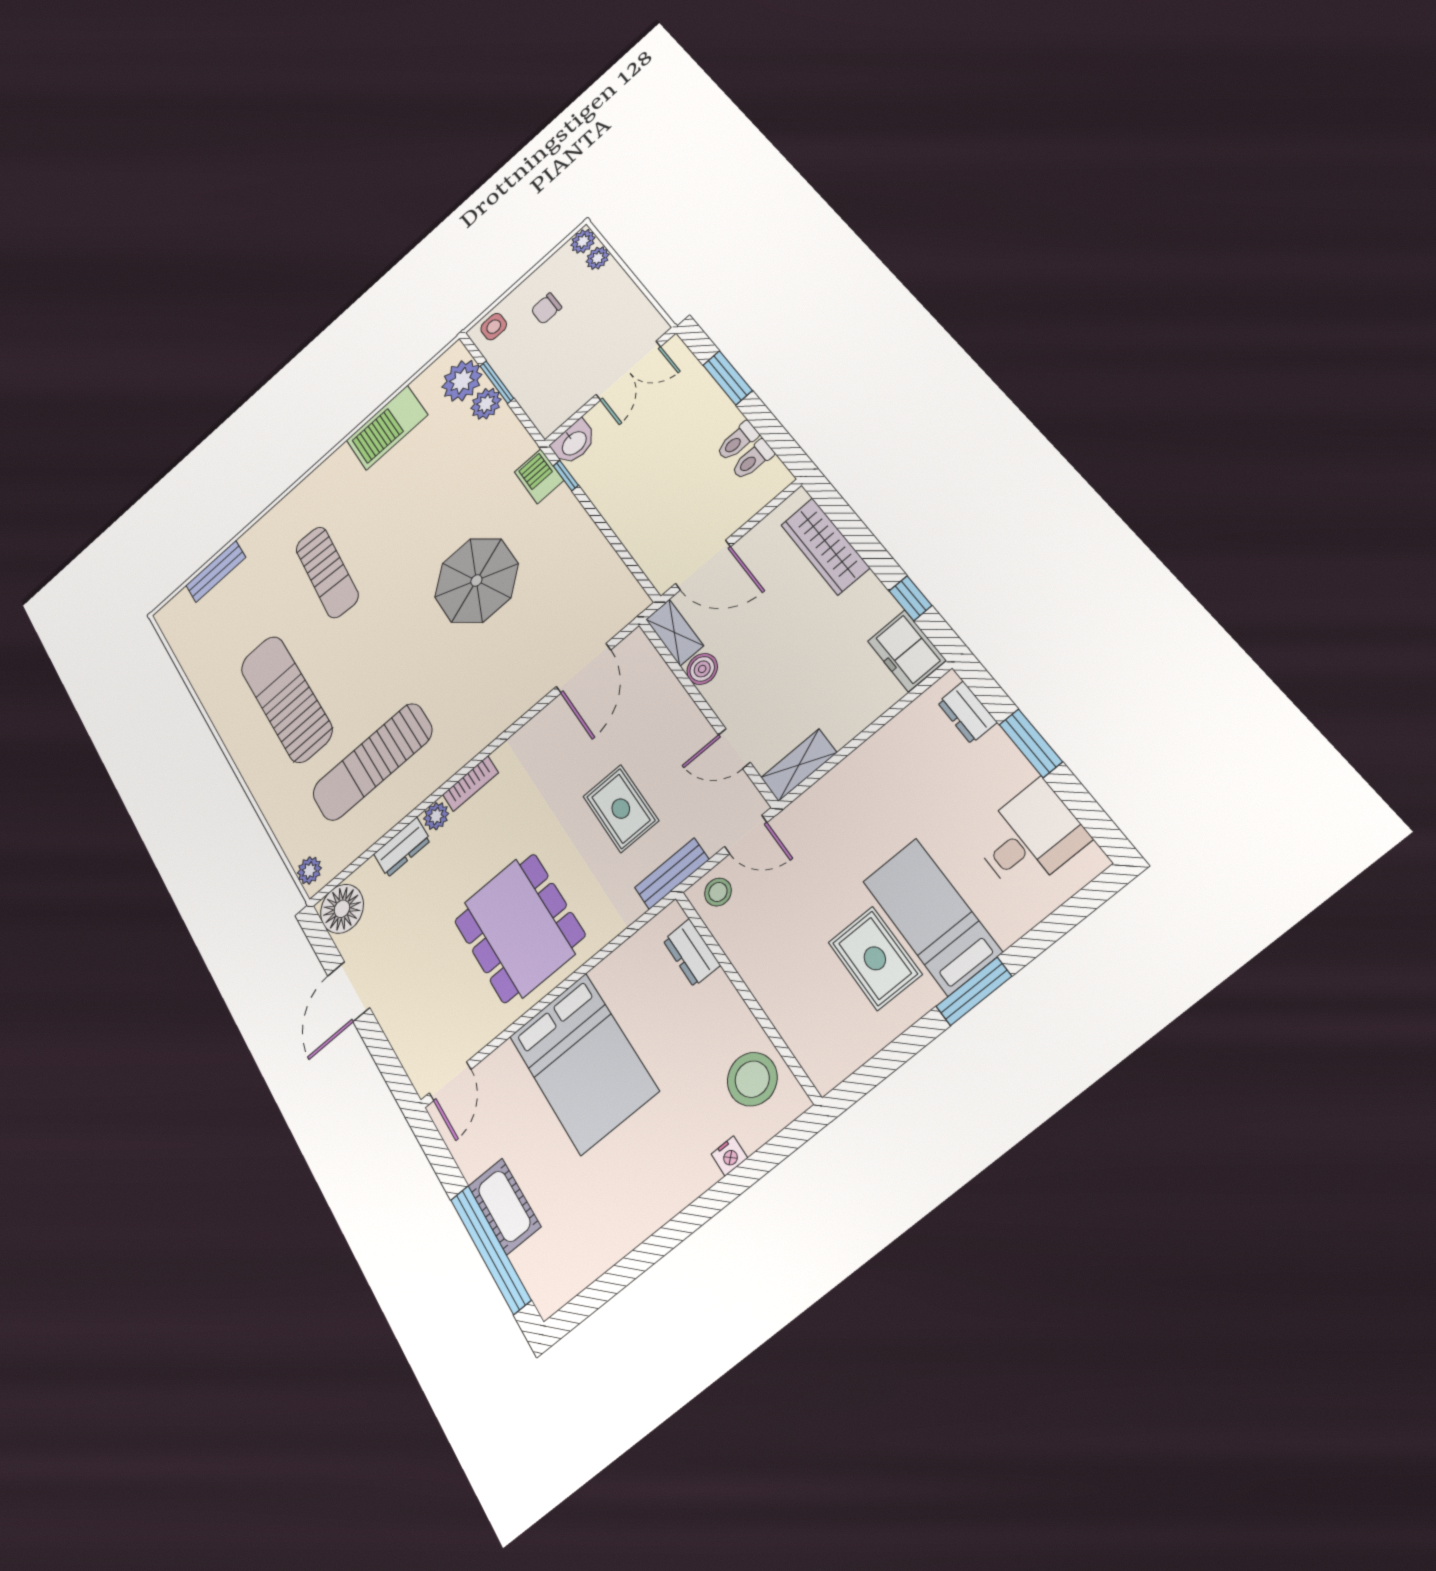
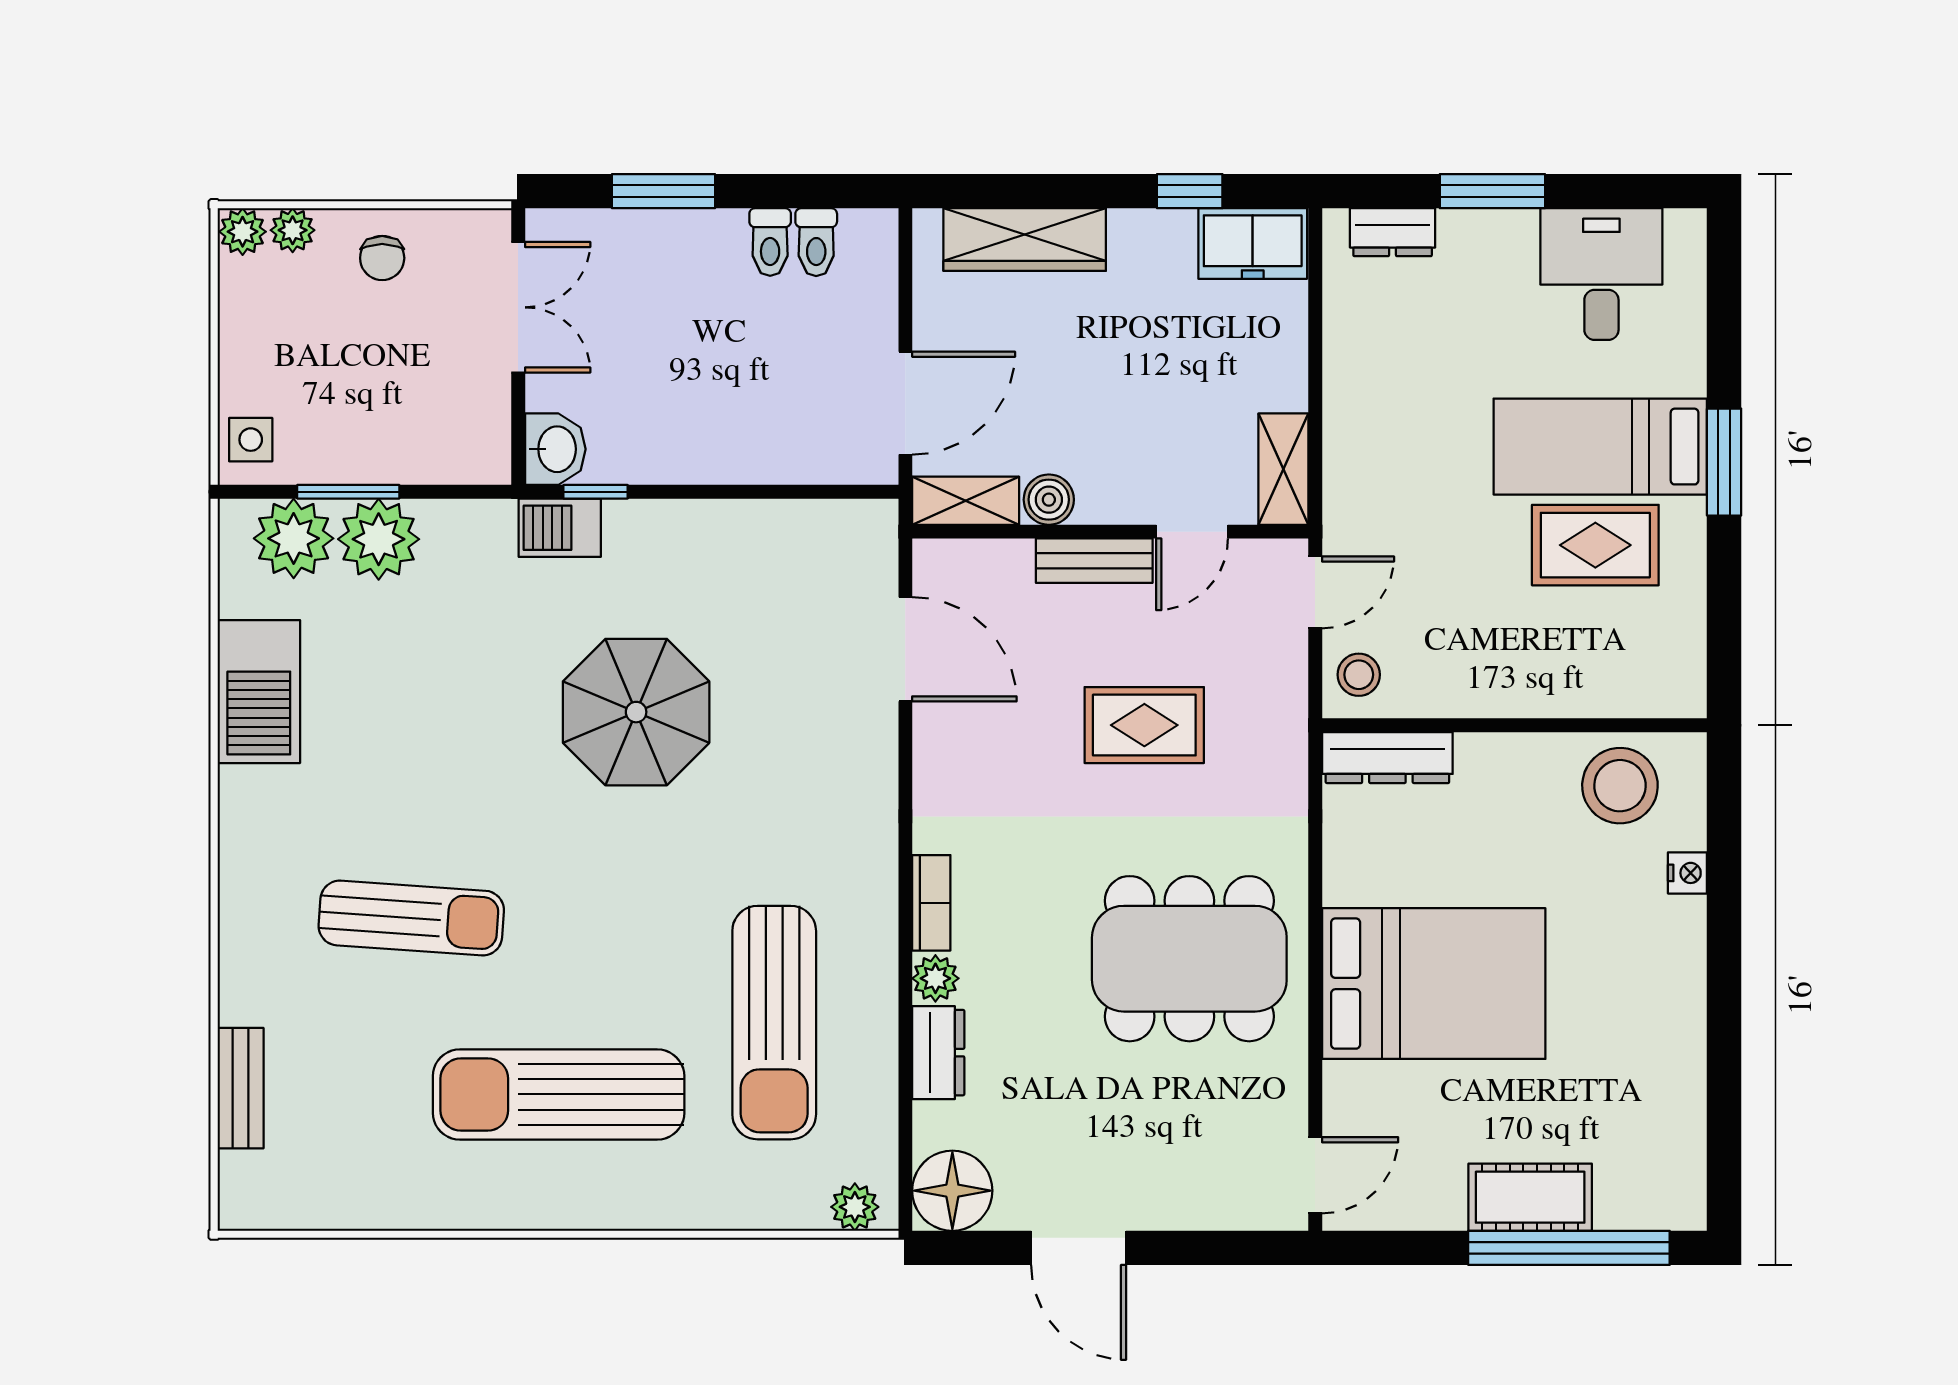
chair: (546, 309) -> (382, 258), moved
plant: (486, 404) -> (379, 539), width x1.36, depth x1.36
bench: (672, 874) -> (1094, 561), moved, turned 90
dresser: (692, 953) -> (1387, 758), width x1.44
door: (450, 1081) -> (1315, 1175), hinge flipped

